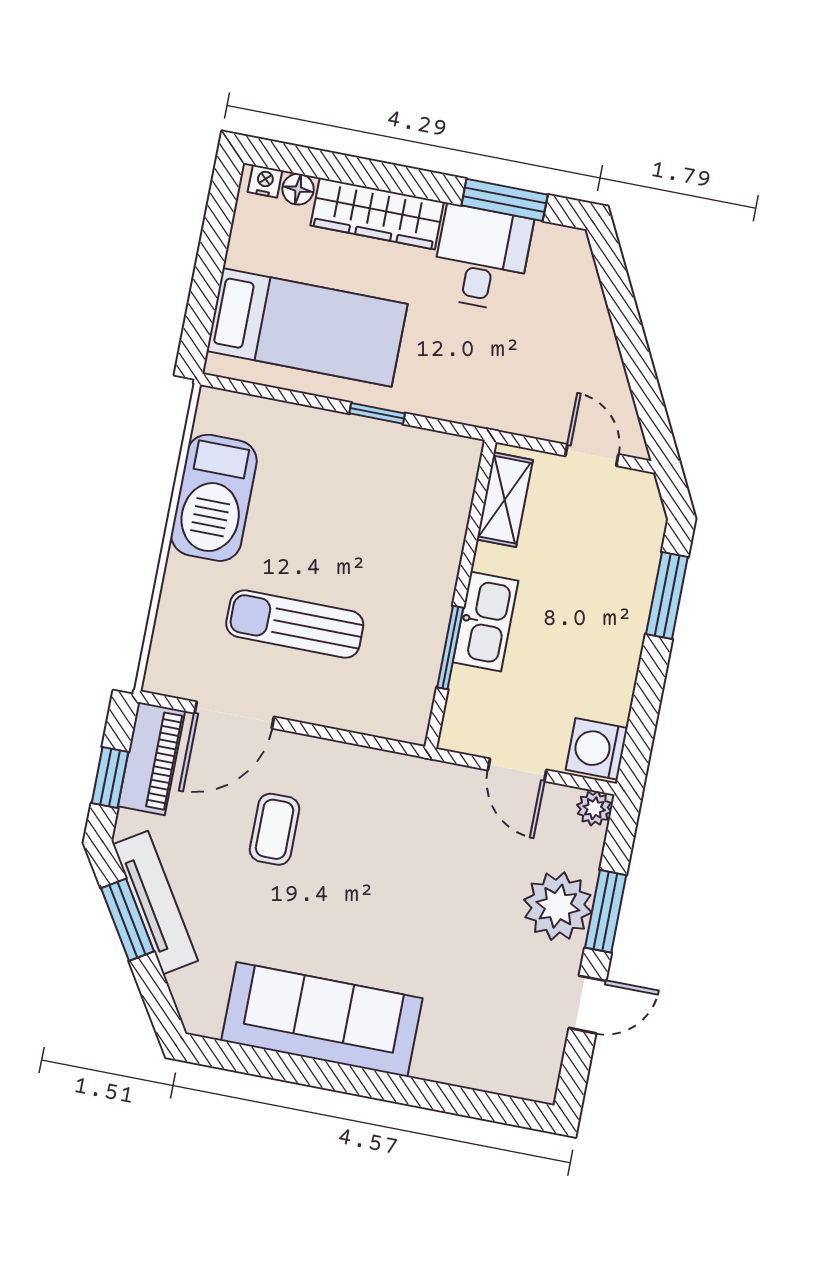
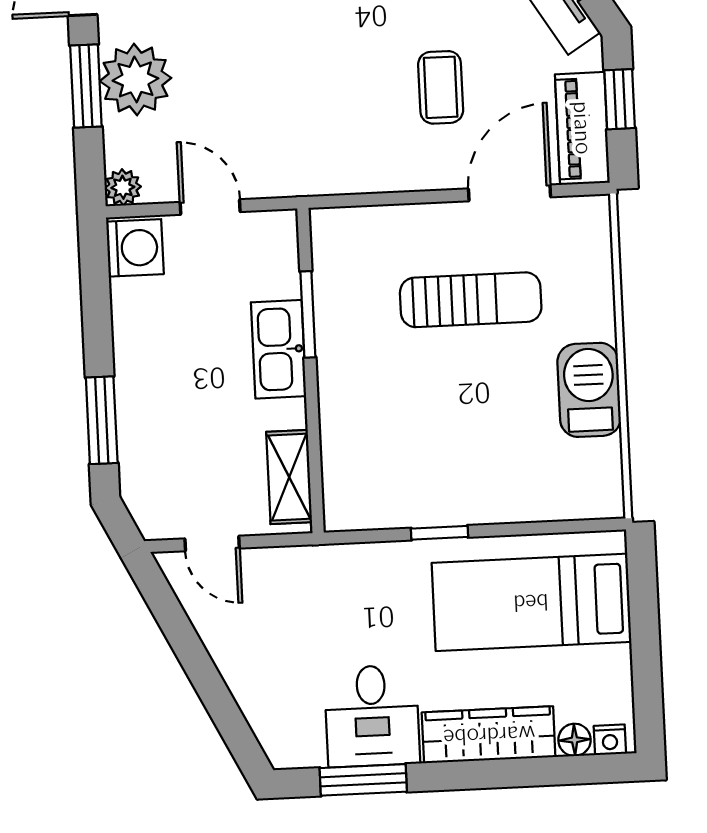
barbecue: (214, 498) -> (589, 390), width x0.73, depth x0.83

